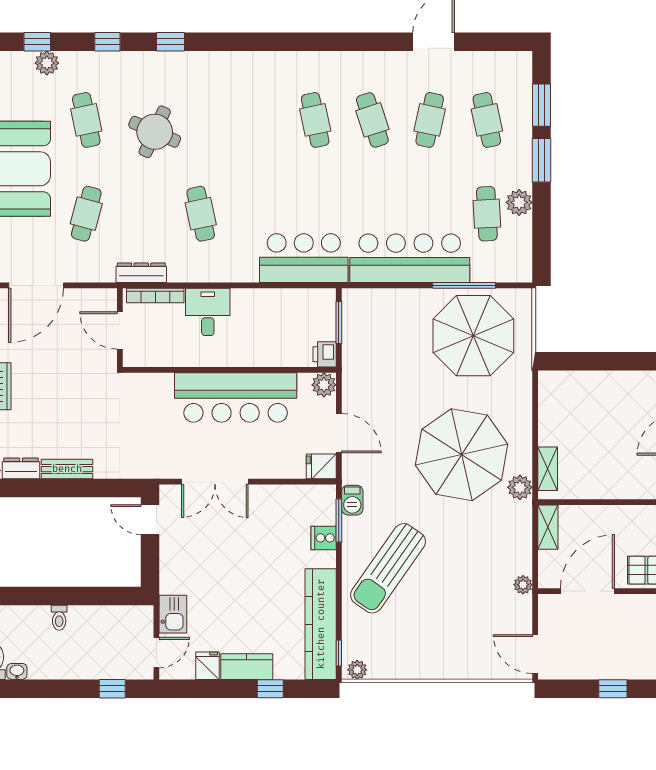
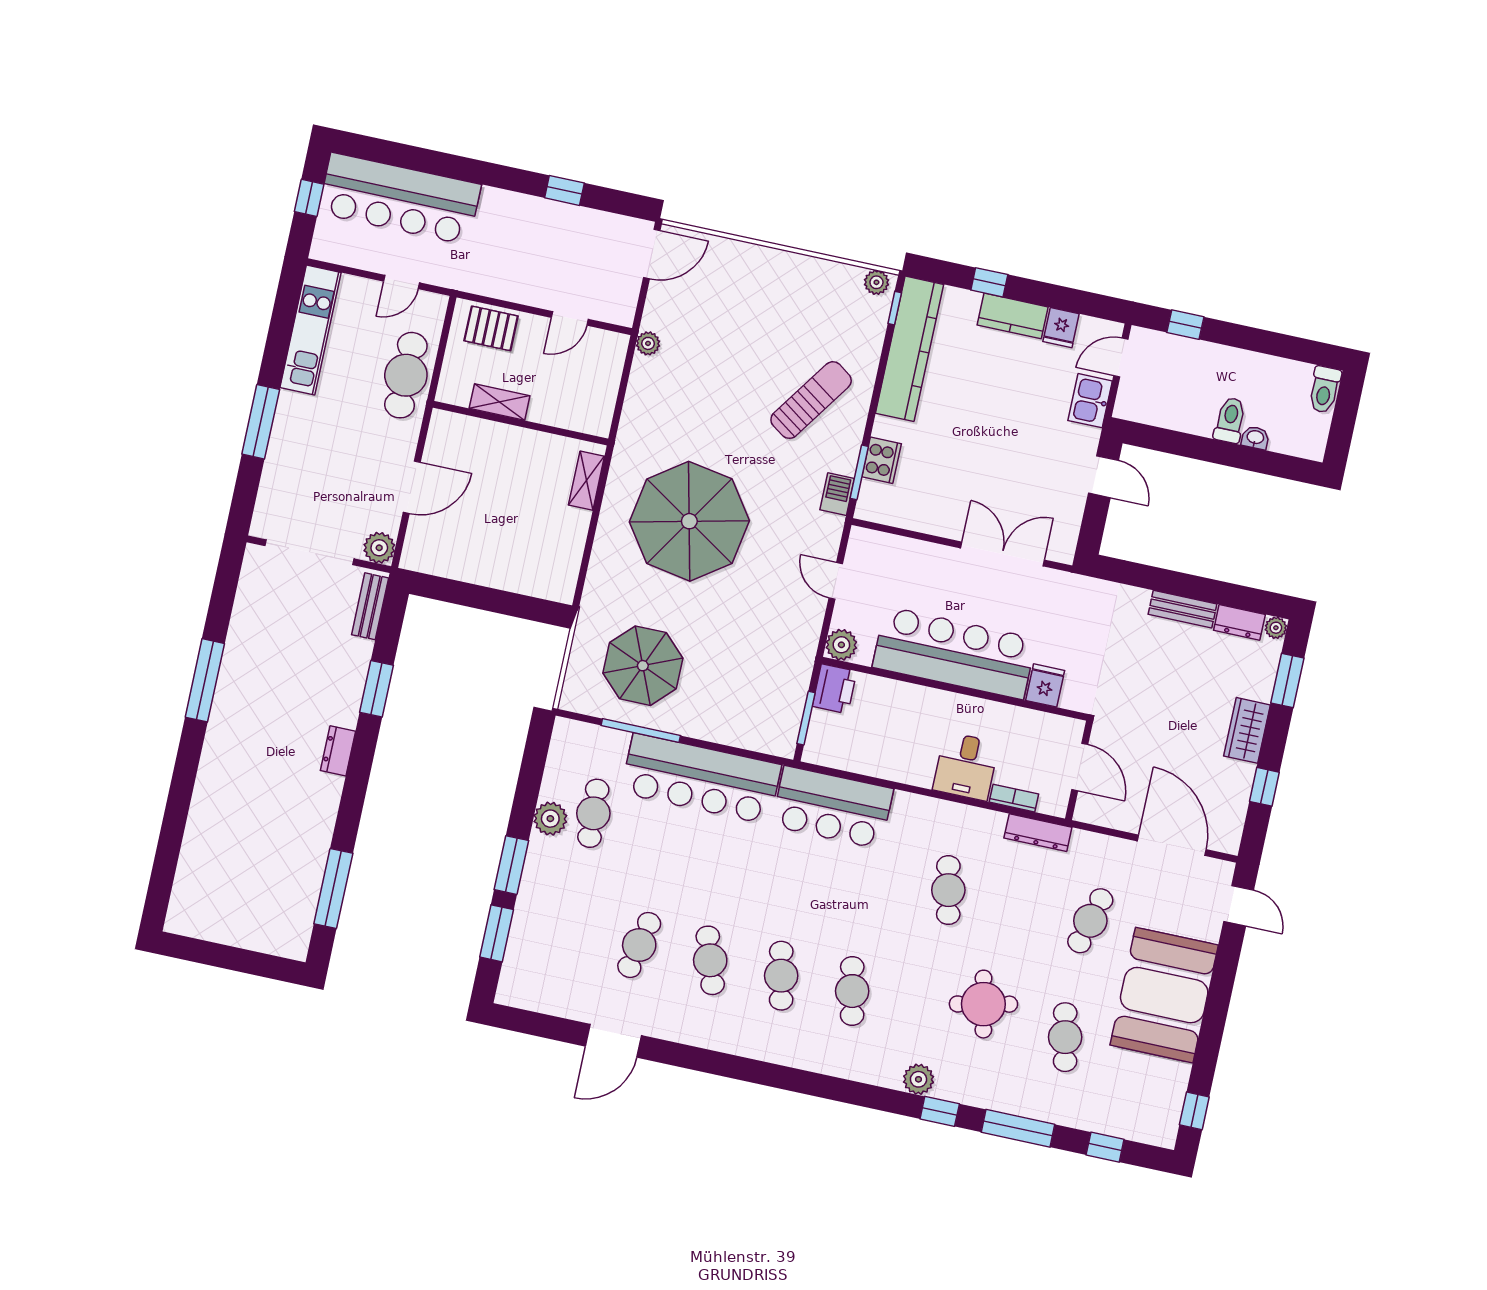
window: (107, 42) -> (1018, 1128), width x2.17
plant: (47, 63) -> (918, 1079), moved
cafe table: (487, 120) -> (852, 991), moved
round table: (155, 132) -> (983, 1004), turned -36
door: (36, 285) -> (1172, 845), hinge flipped
bookcase: (155, 295) -> (1014, 798), width x0.64
parasol: (473, 336) -> (643, 666), width x0.73, depth x0.73
printer: (325, 354) -> (835, 689), width x1.36, depth x1.24
door: (339, 433) -> (836, 581), width x0.73
fridge: (321, 466) -> (1045, 685), moved, turned -90
plant: (520, 487) -> (626, 465), removed
door: (150, 520) -> (1103, 477), moved
shelving: (548, 527) -> (500, 402), moved, turned 90
cooker: (324, 538) -> (882, 460), width x1.36
sun lounger: (388, 568) -> (811, 400), width x0.73, depth x0.75
door: (588, 591) -> (570, 318), width x0.53
toilet: (59, 618) -> (1230, 420), width x1.37, depth x1.39
door: (535, 654) -> (652, 254), hinge flipped
washbasin: (17, 671) -> (1255, 438), moved, turned 180

